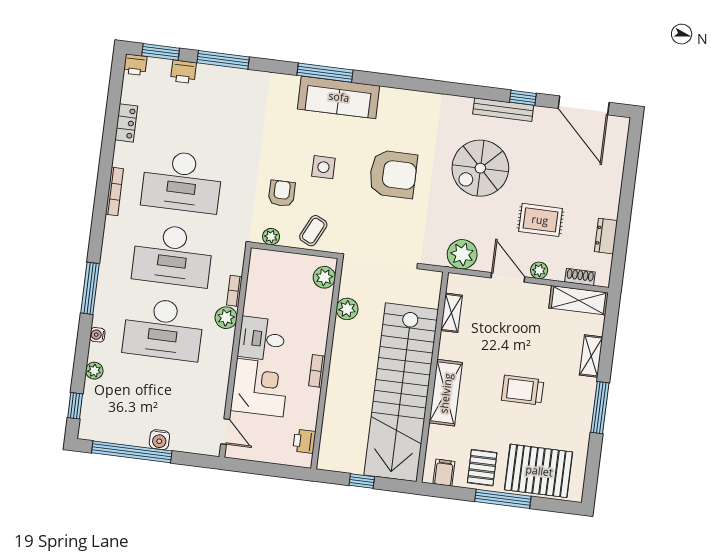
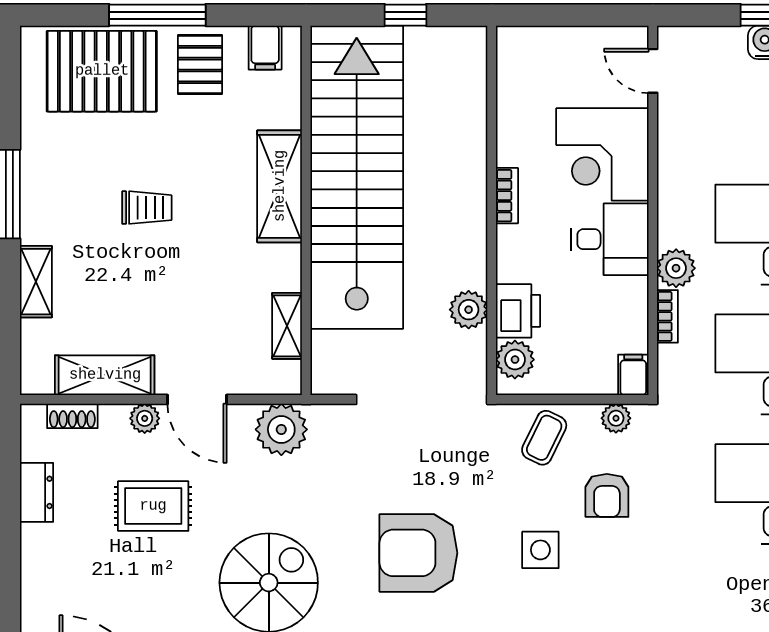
filing cabinet: (258, 260) -> (633, 375), added
shelving: (579, 300) -> (105, 375), moved
trolley: (523, 390) -> (147, 208), width x0.73, depth x0.72
printer: (304, 441) -> (518, 311), moved, width x1.36, depth x1.24

